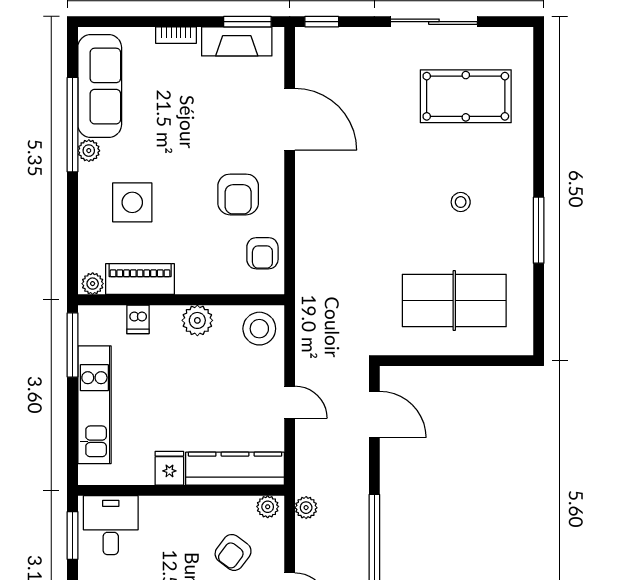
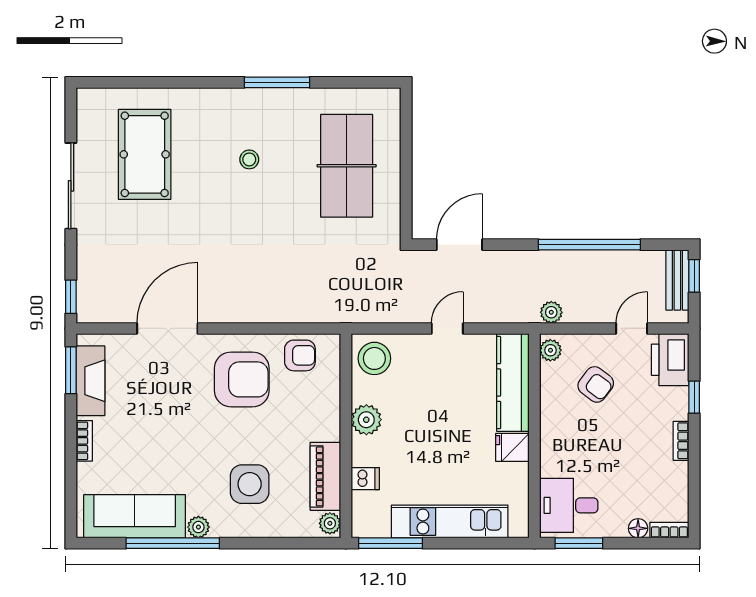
armchair: (238, 194) -> (242, 379), width x1.36, depth x1.36

